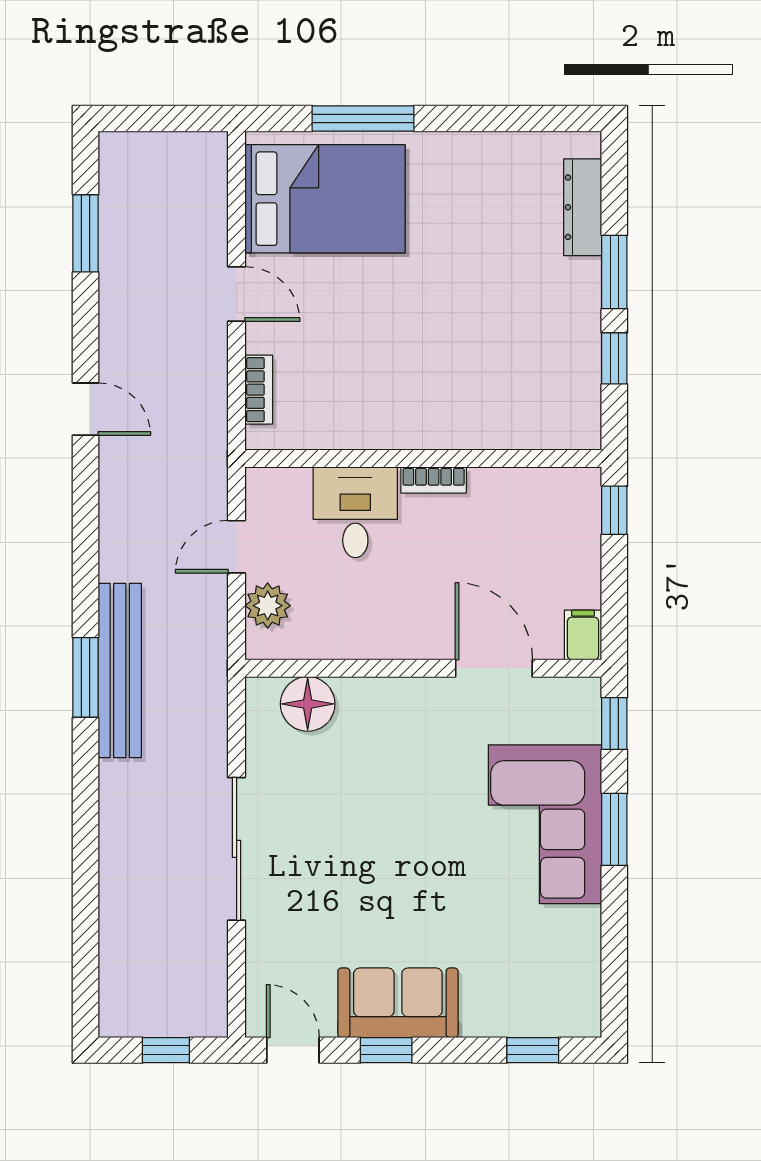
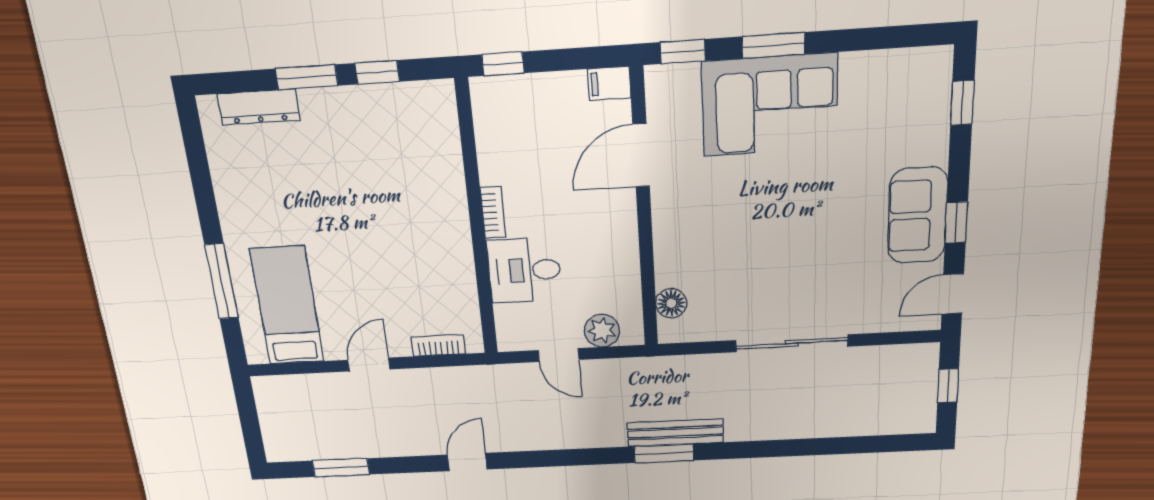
bed: (325, 199) -> (287, 306), width x0.67
bench: (120, 670) -> (675, 433), width x0.73, depth x0.82
floor lamp: (308, 704) -> (671, 303), width x0.73, depth x0.73

